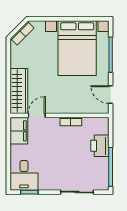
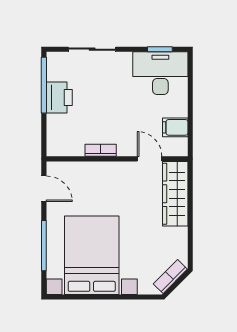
door: (37, 115) -> (150, 159), swing flipped
filing cabinet: (19, 131) -> (175, 127), width x0.50
printer: (100, 146) -> (59, 97), moved
desk: (24, 175) -> (160, 73), width x1.37

